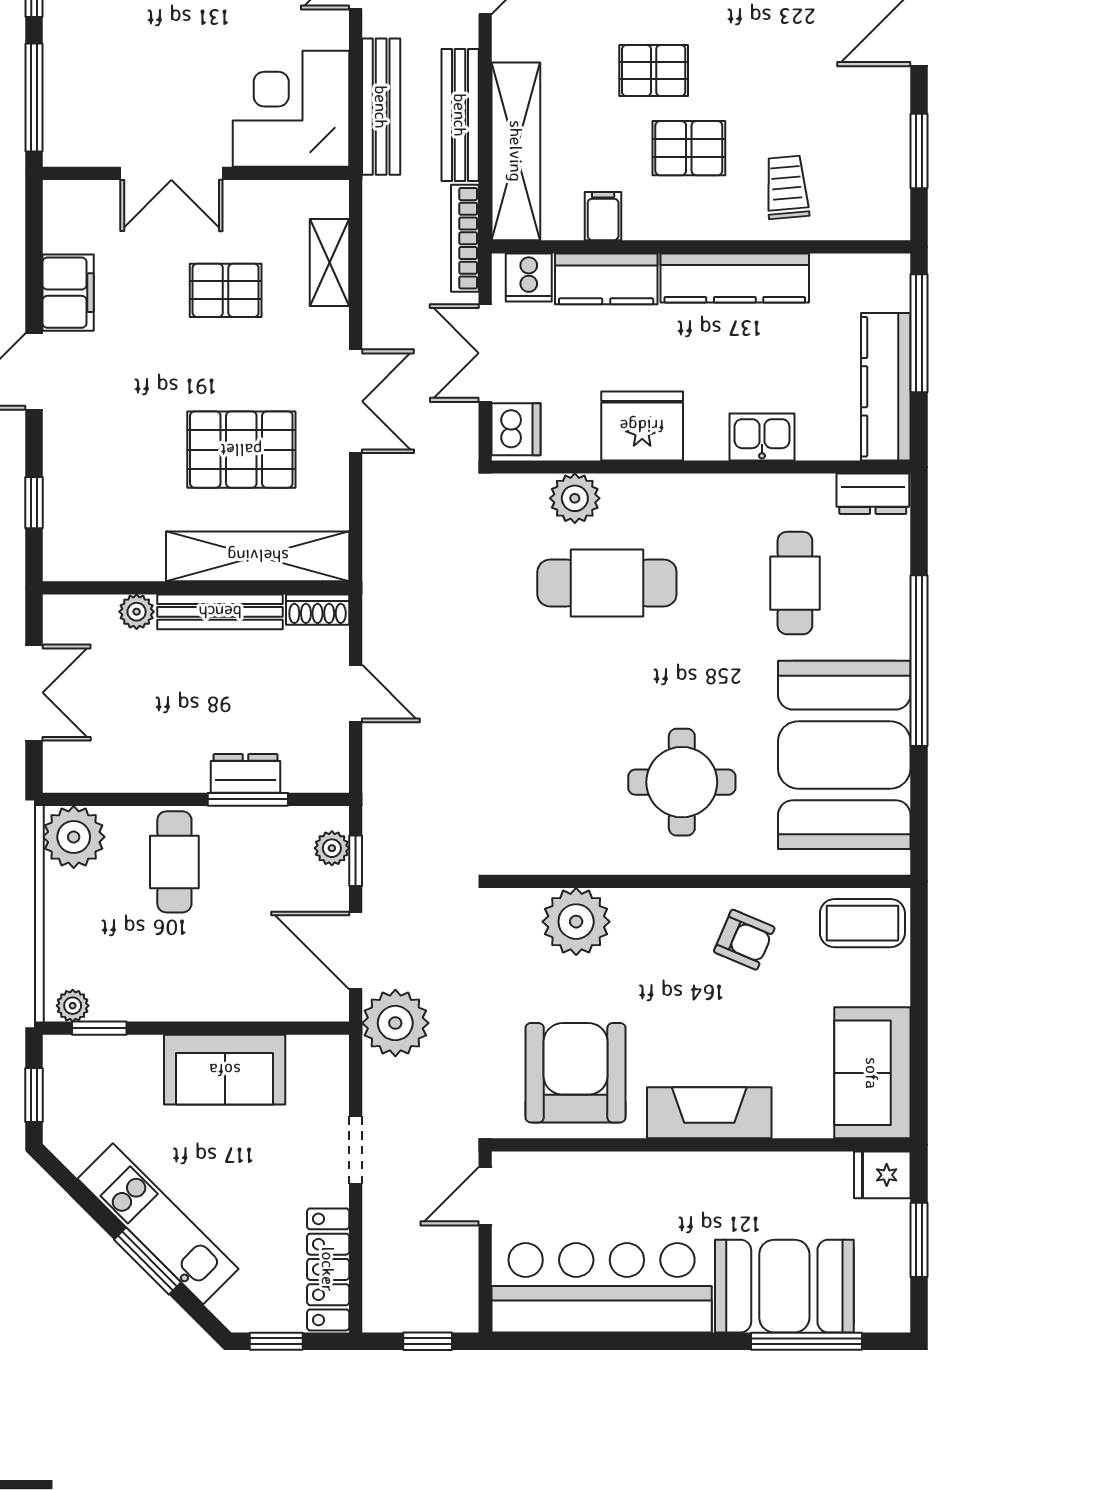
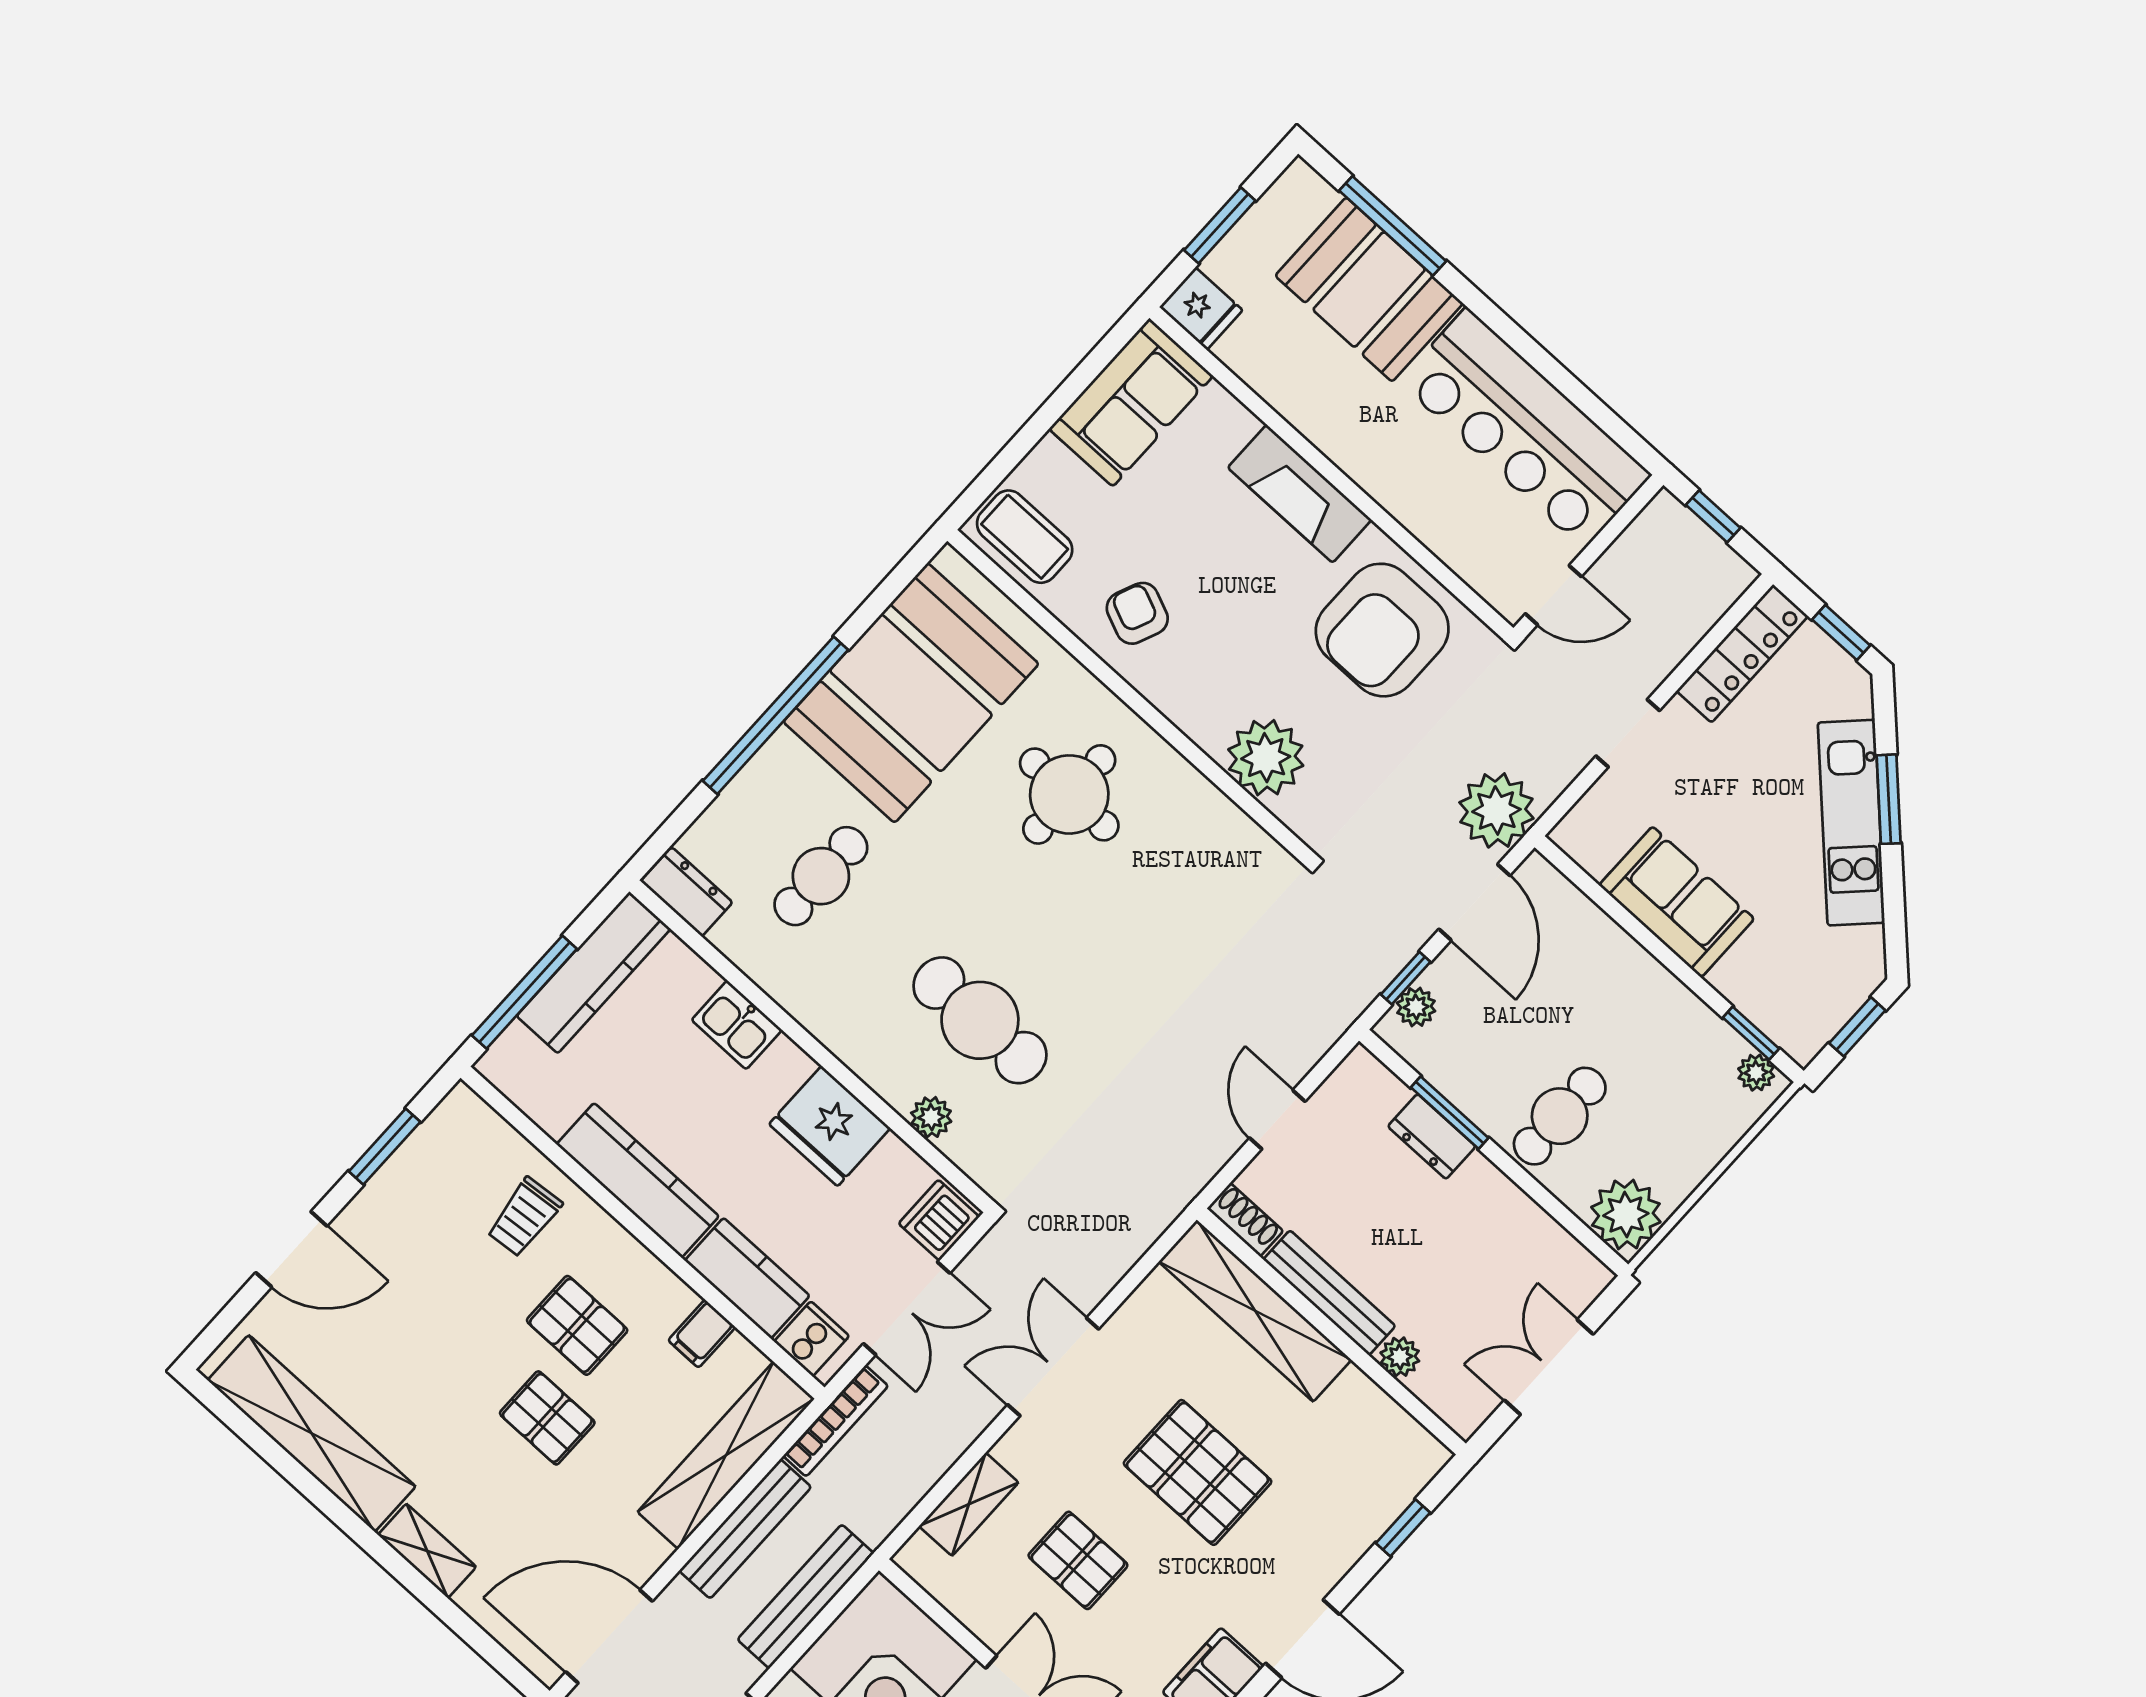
pallet: (241, 450) -> (1198, 1472), moved
plant: (575, 498) -> (931, 1117), width x0.73, depth x0.73

